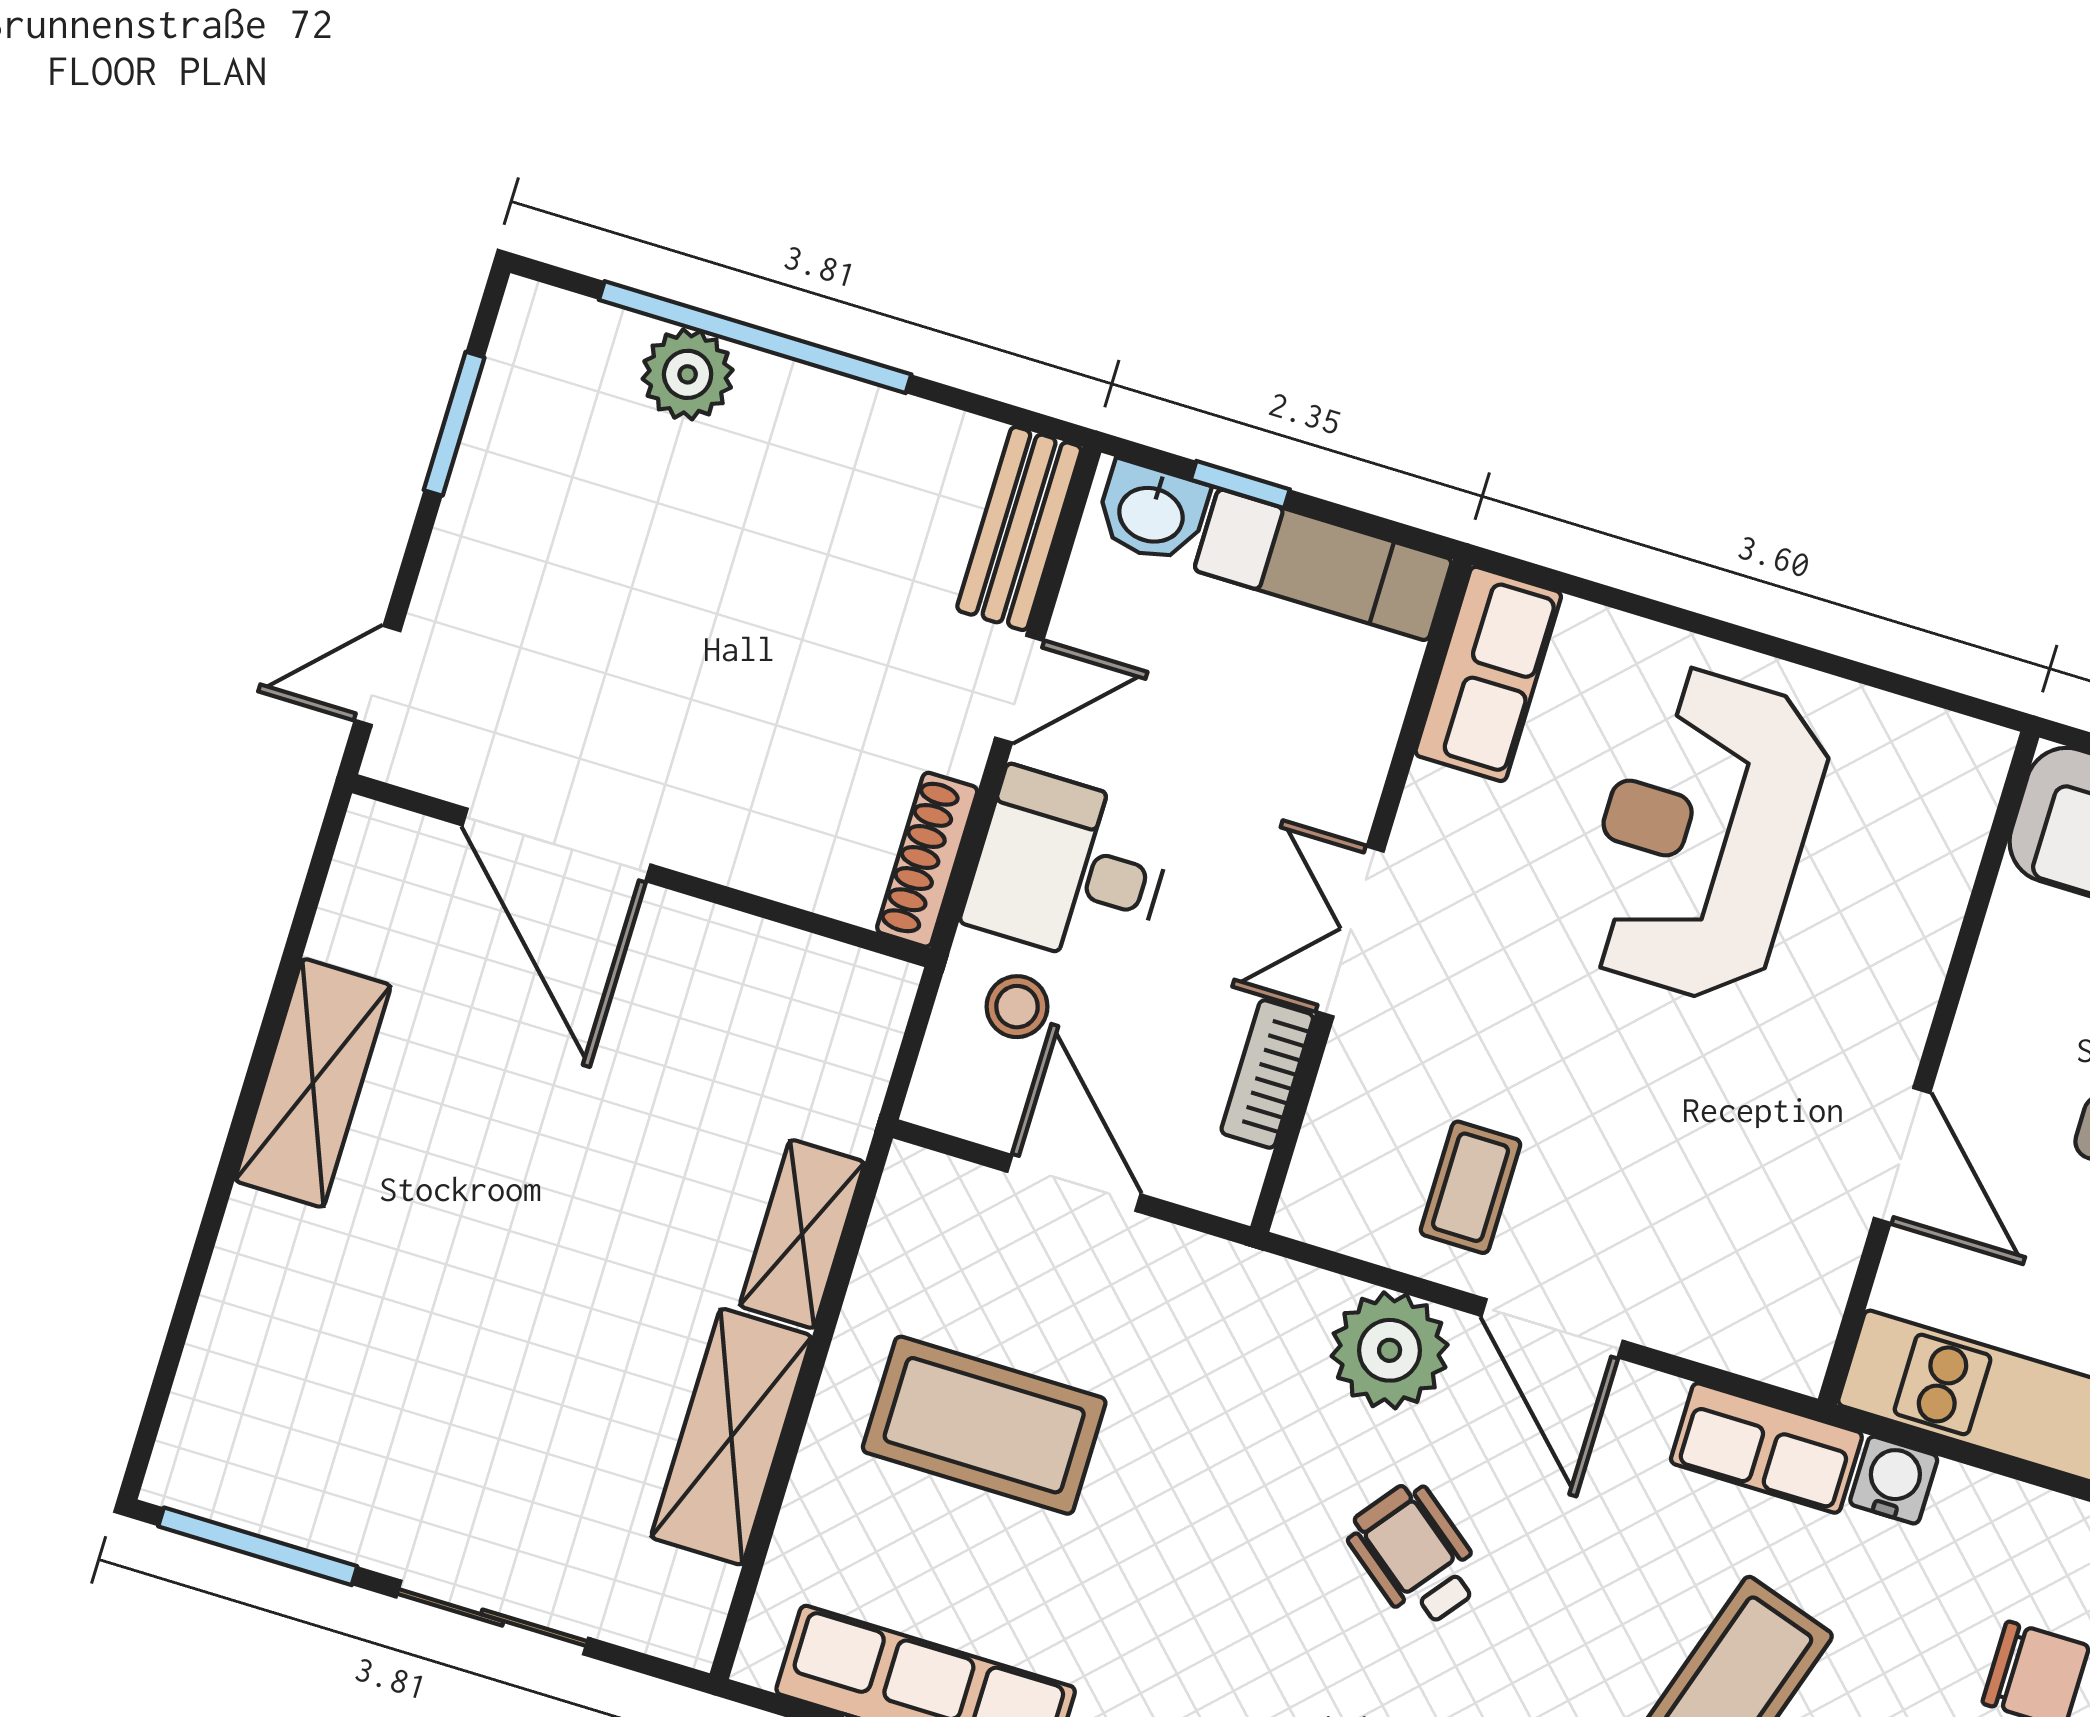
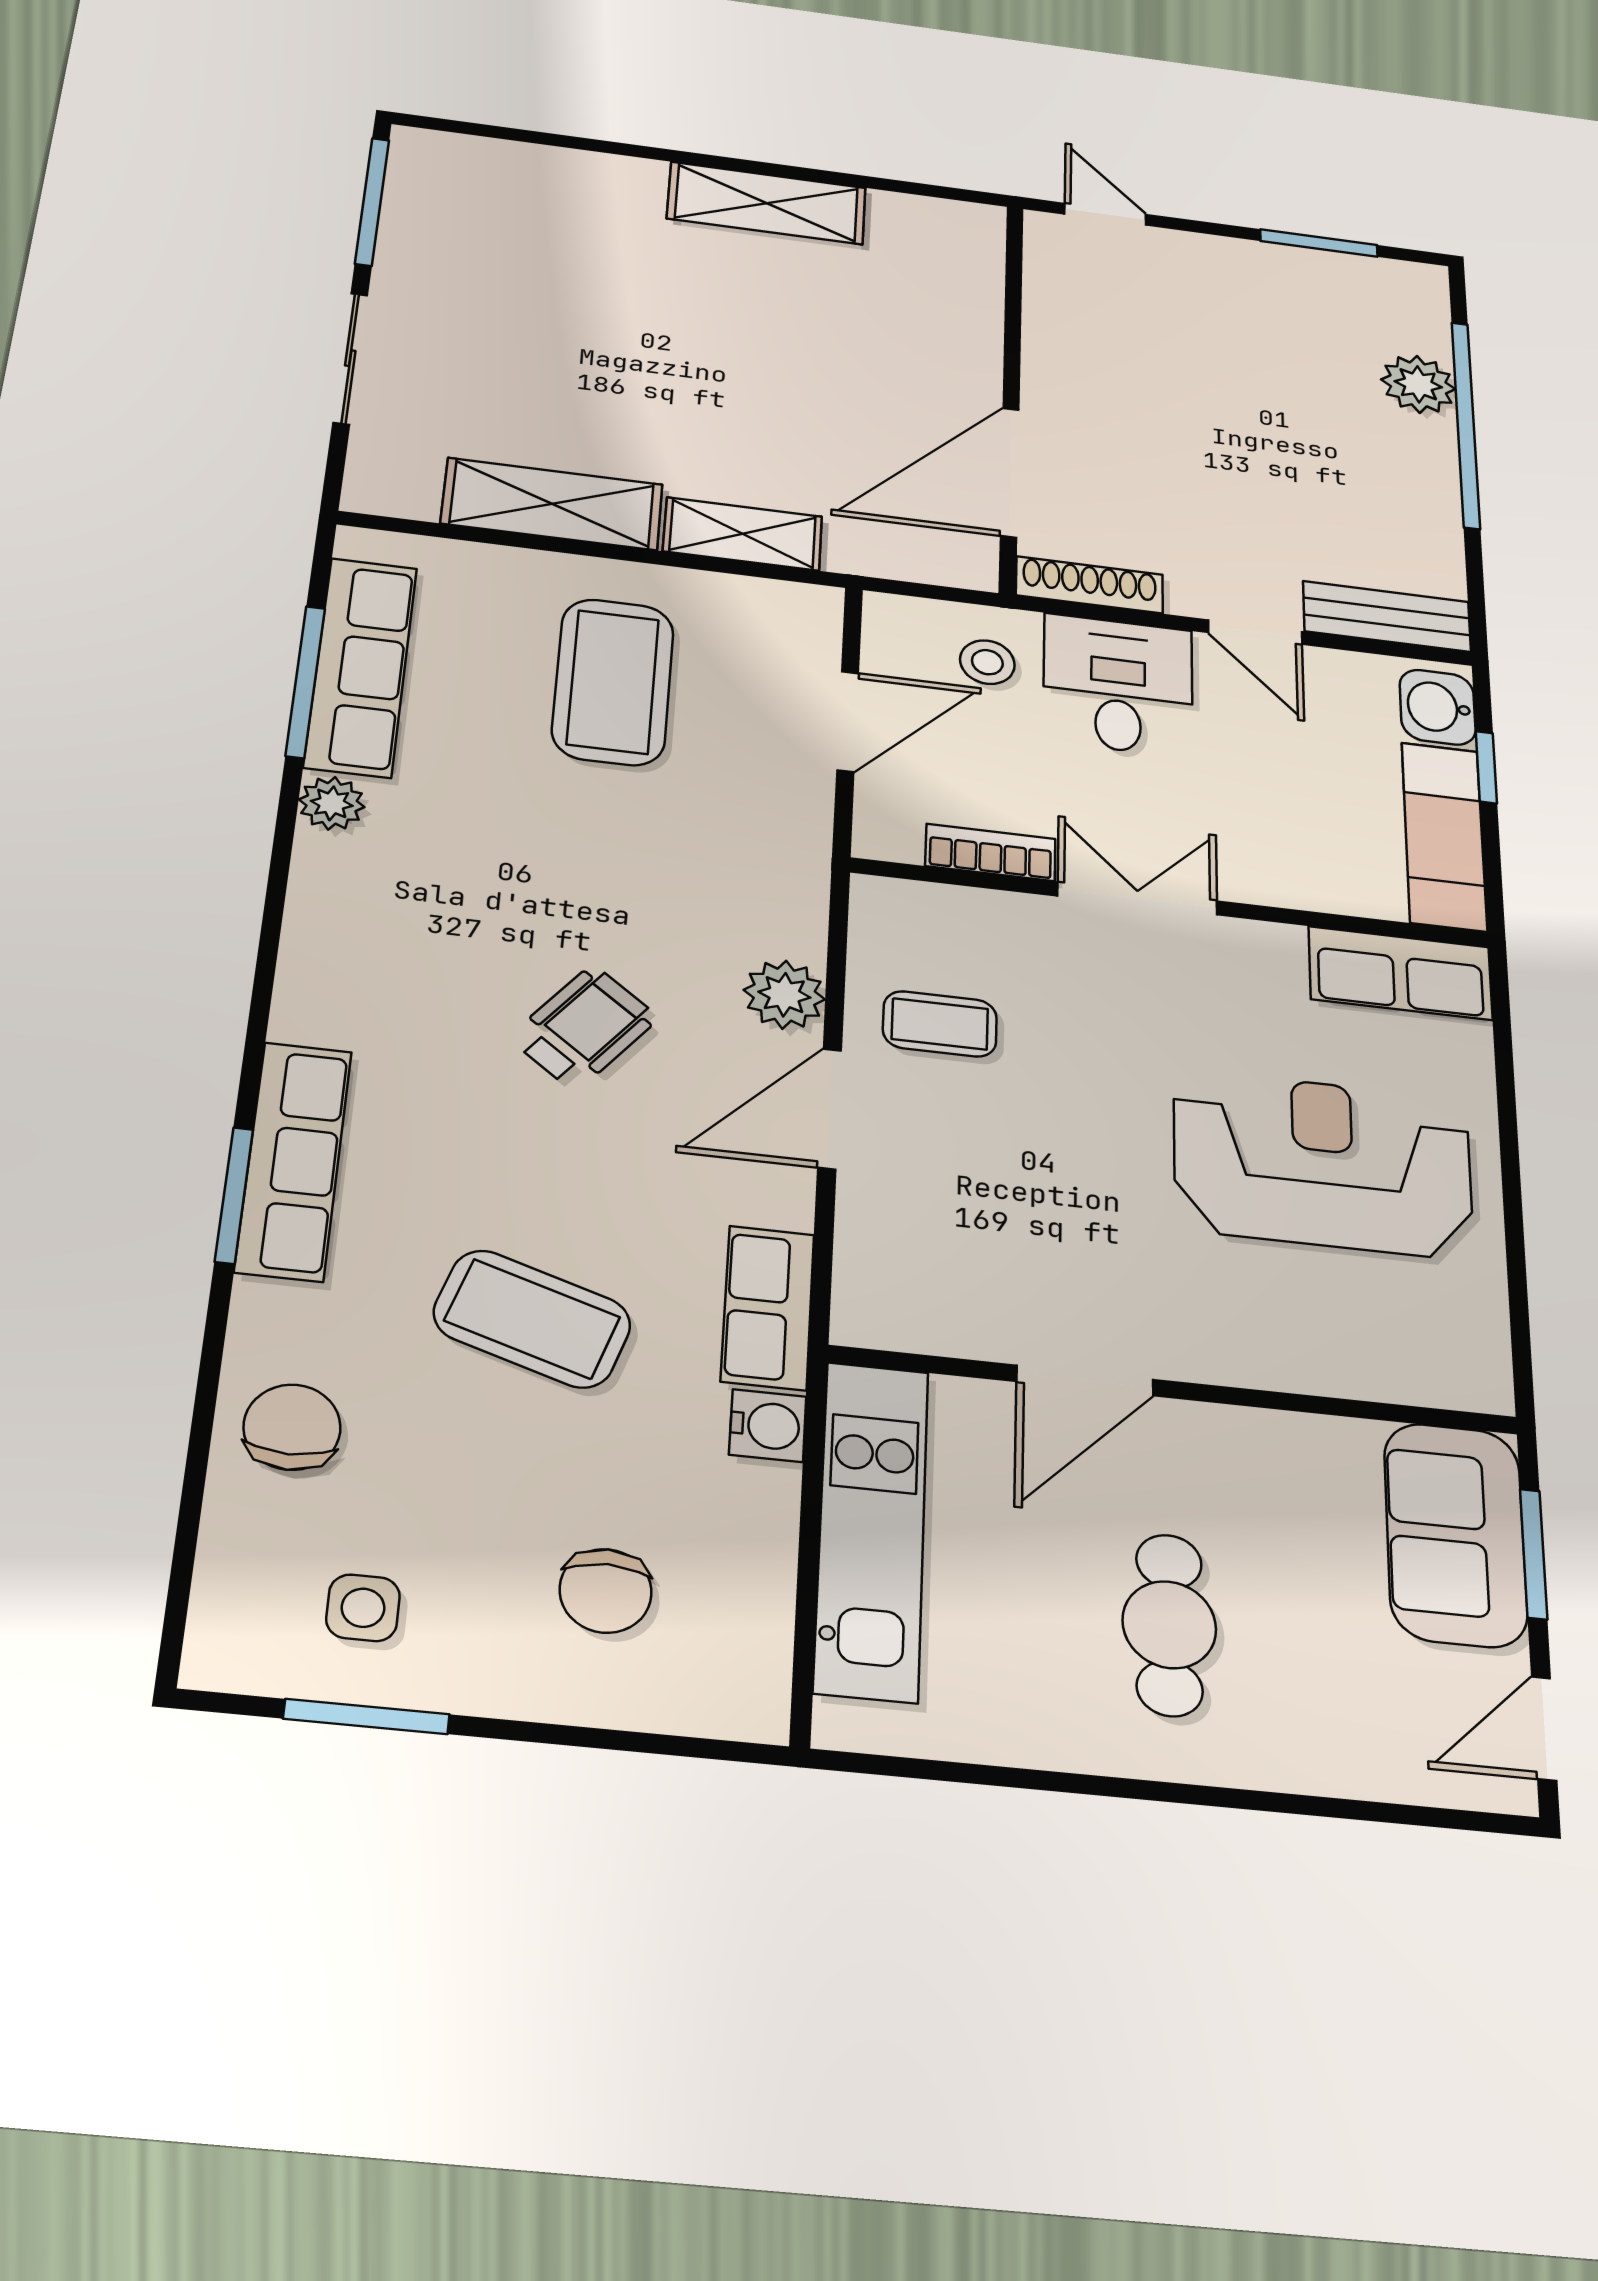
door: (556, 845) -> (1010, 472), moved
plant: (1390, 1350) -> (784, 995), width x0.73, depth x0.73

